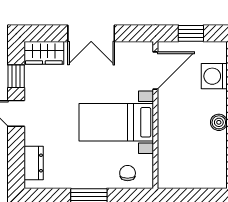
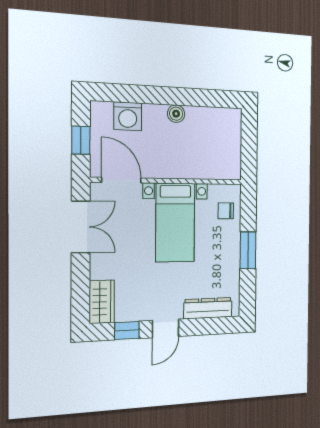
double door: (91, 33) -> (81, 227), moved
dresser: (34, 163) -> (208, 308), width x1.44

